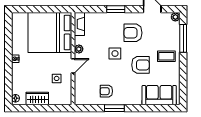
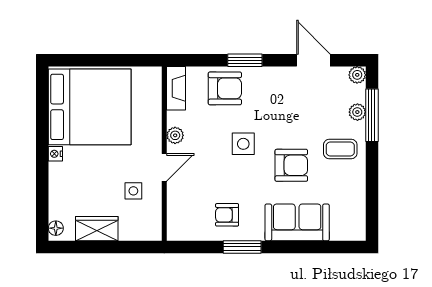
bed: (50, 32) -> (90, 107), moved, turned 180
armchair: (133, 33) -> (225, 88), moved, turned 180
plant: (175, 37) -> (357, 112), added
sofa: (159, 95) -> (297, 222), moved

